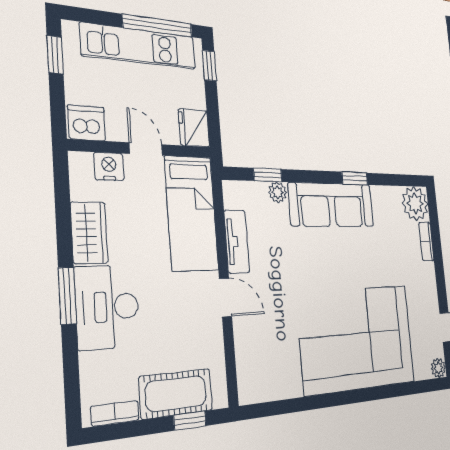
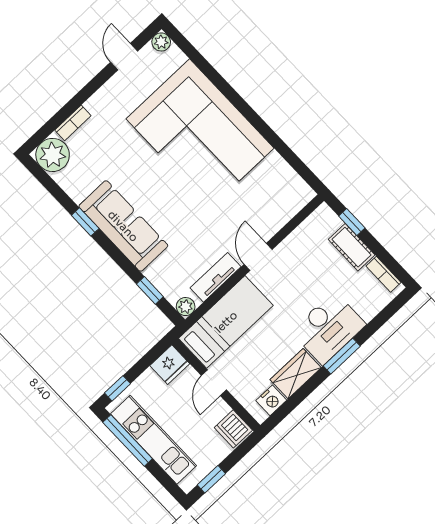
nightstand: (109, 166) -> (271, 400), moved, turned -90
plant: (278, 192) -> (186, 307), moved
cot: (176, 394) -> (352, 247), width x0.73, depth x0.75

